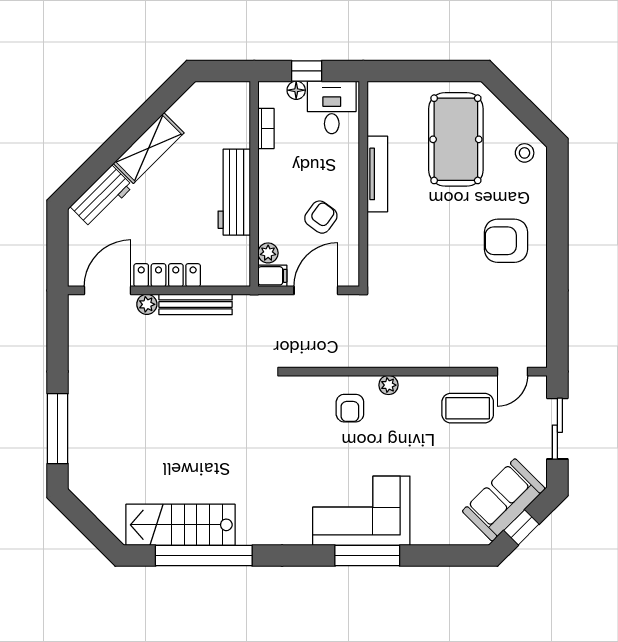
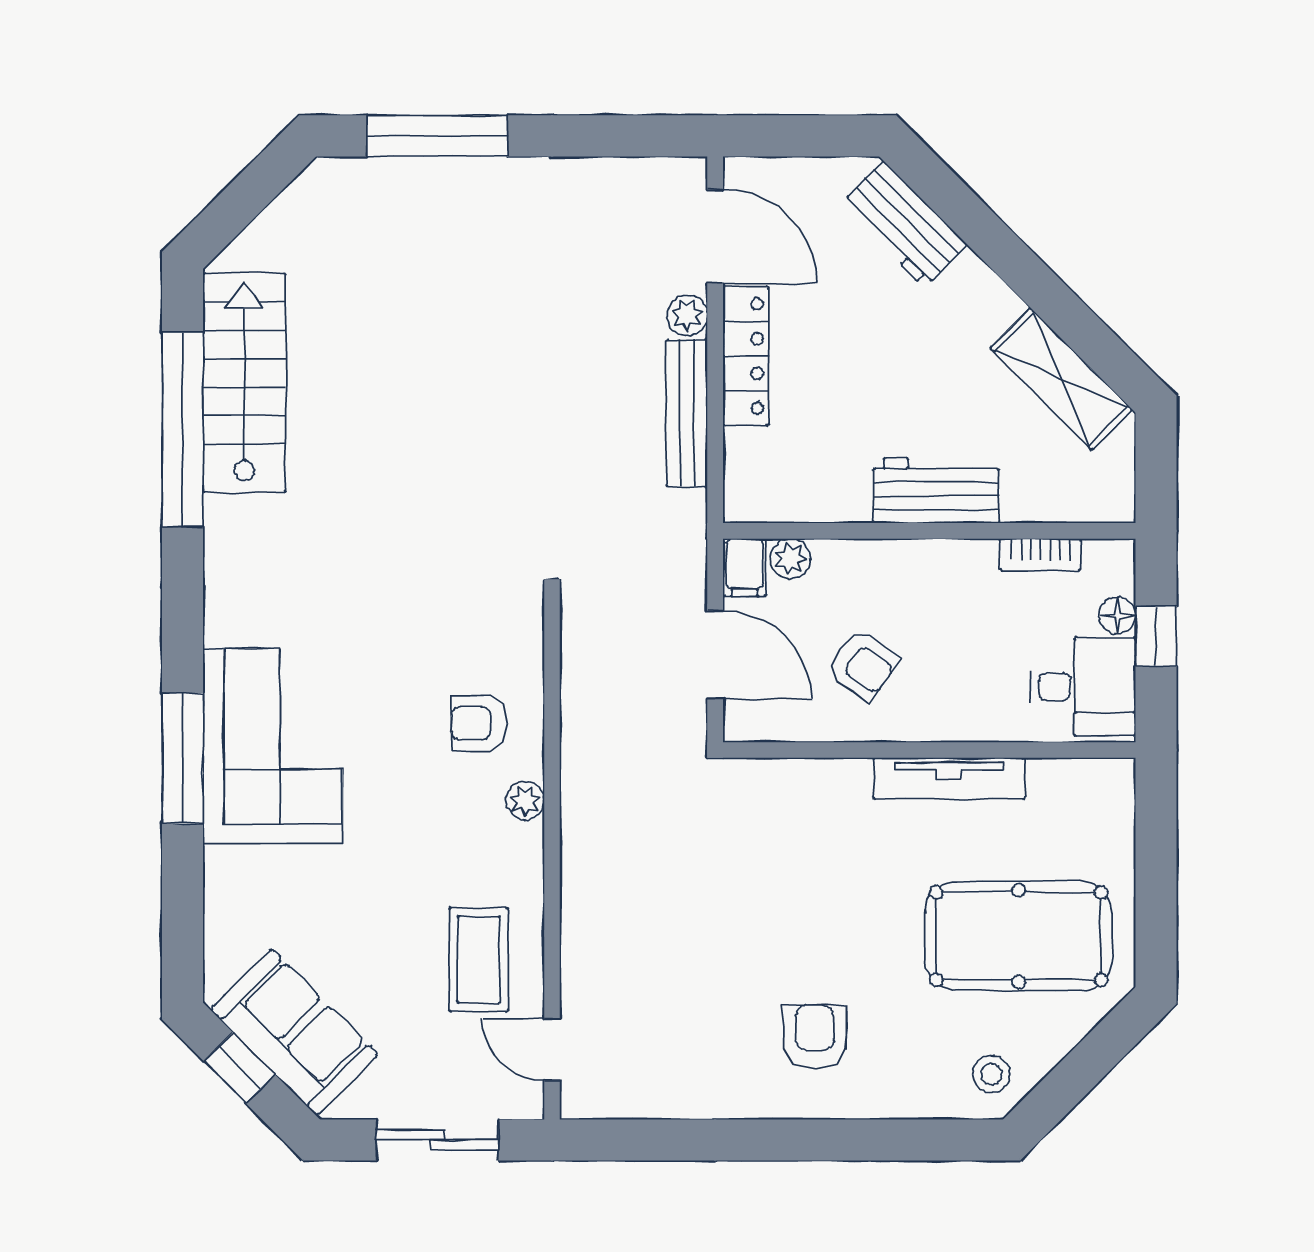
shelving: (149, 148) -> (1061, 379), moved
workbench: (234, 192) -> (936, 491), width x0.73
armchair: (506, 241) -> (815, 1037), width x0.72, depth x0.72

